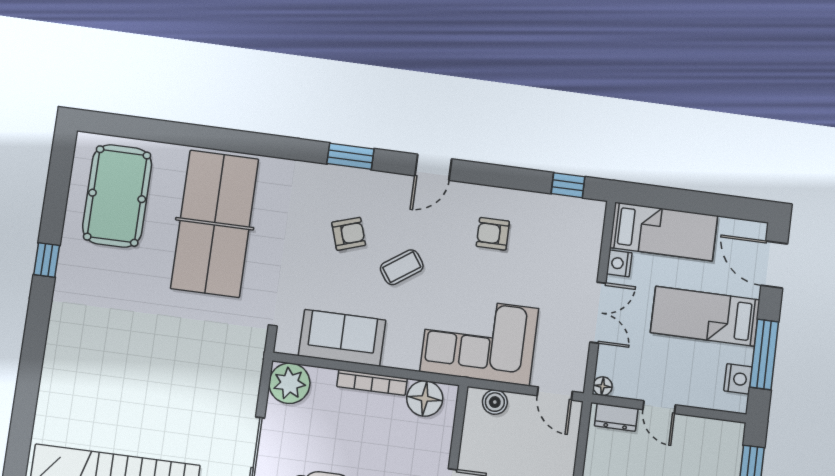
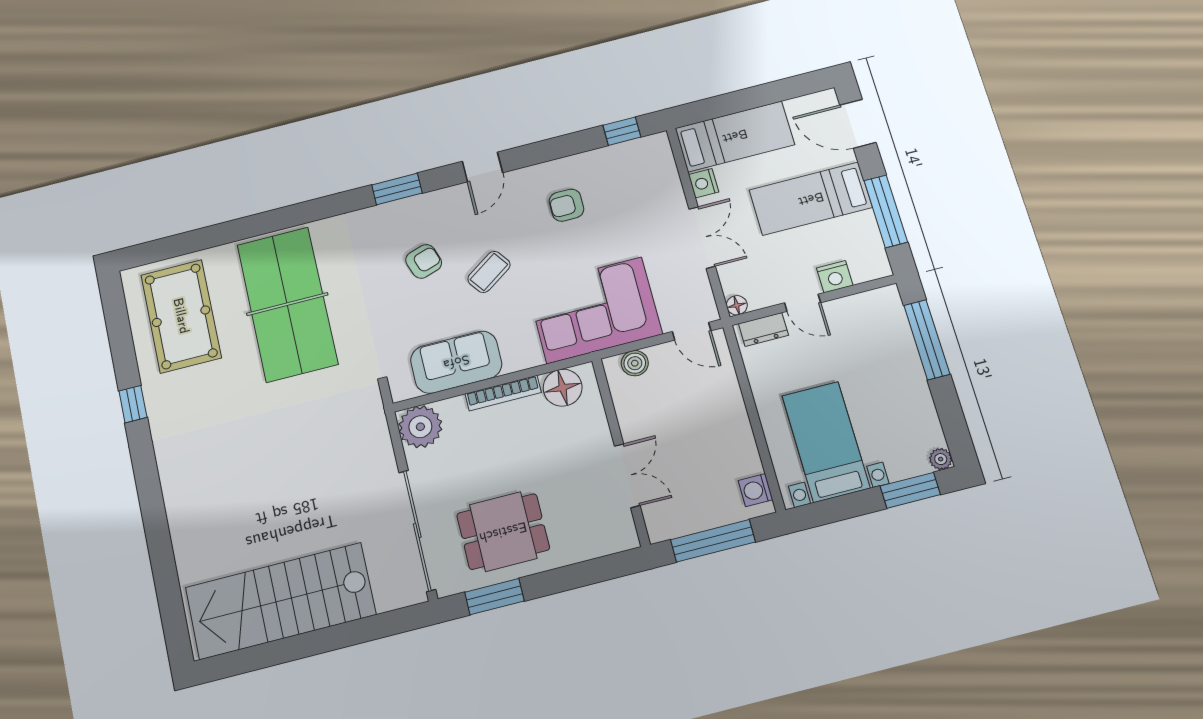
nightstand: (738, 379) -> (835, 277), moved, turned 90

